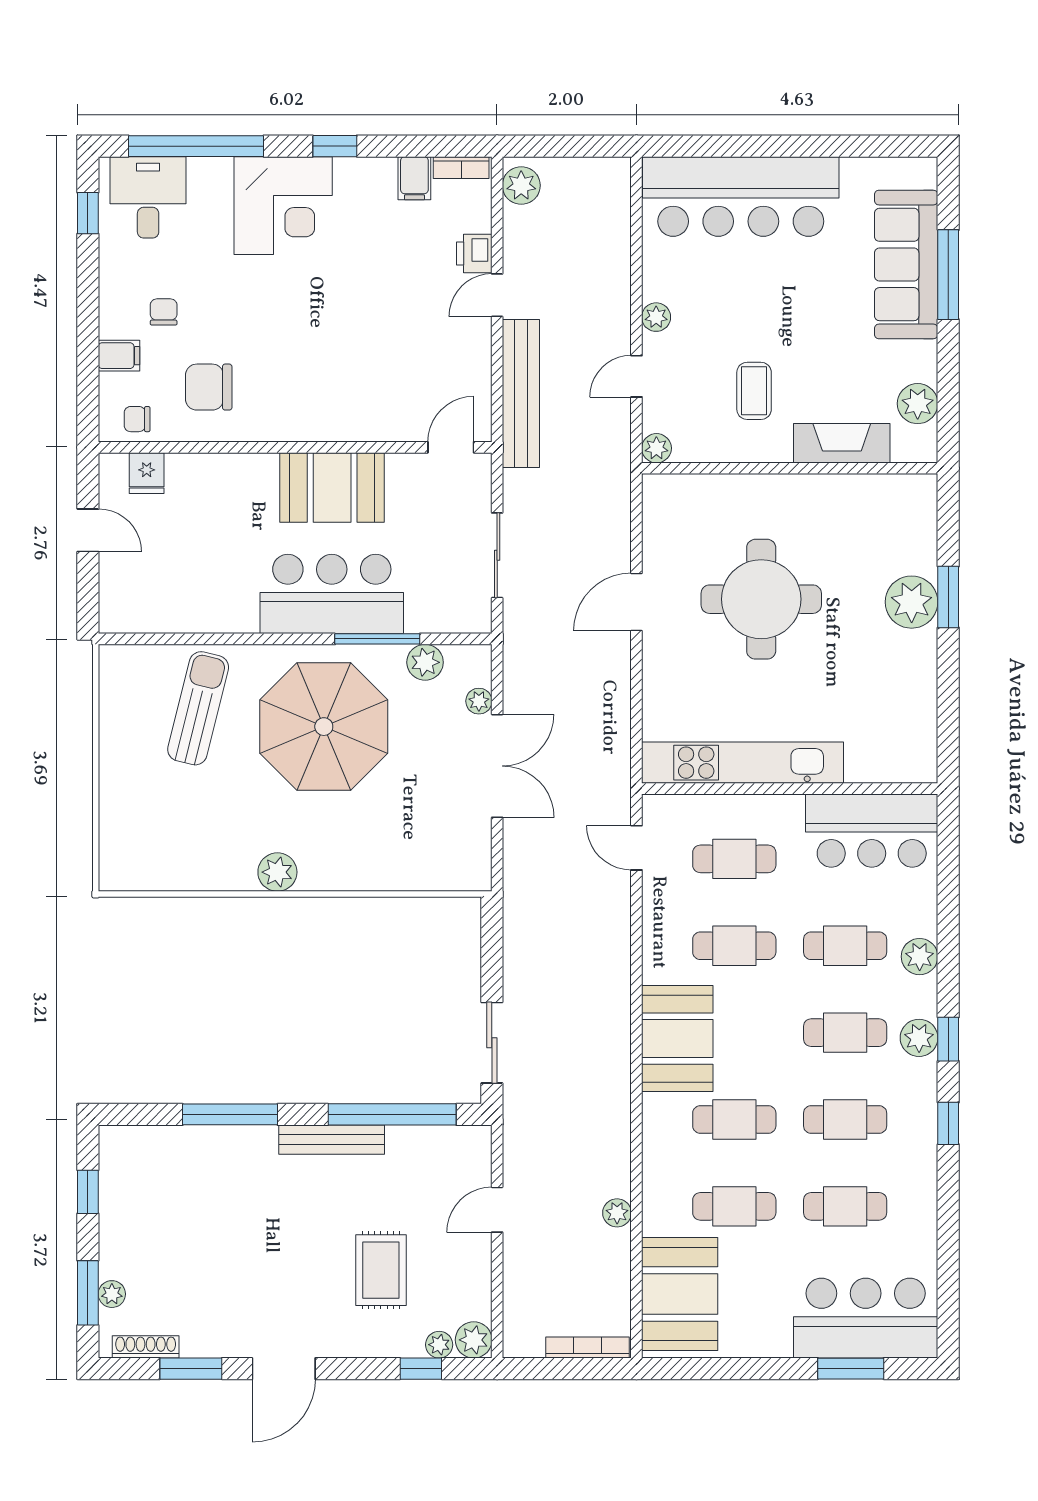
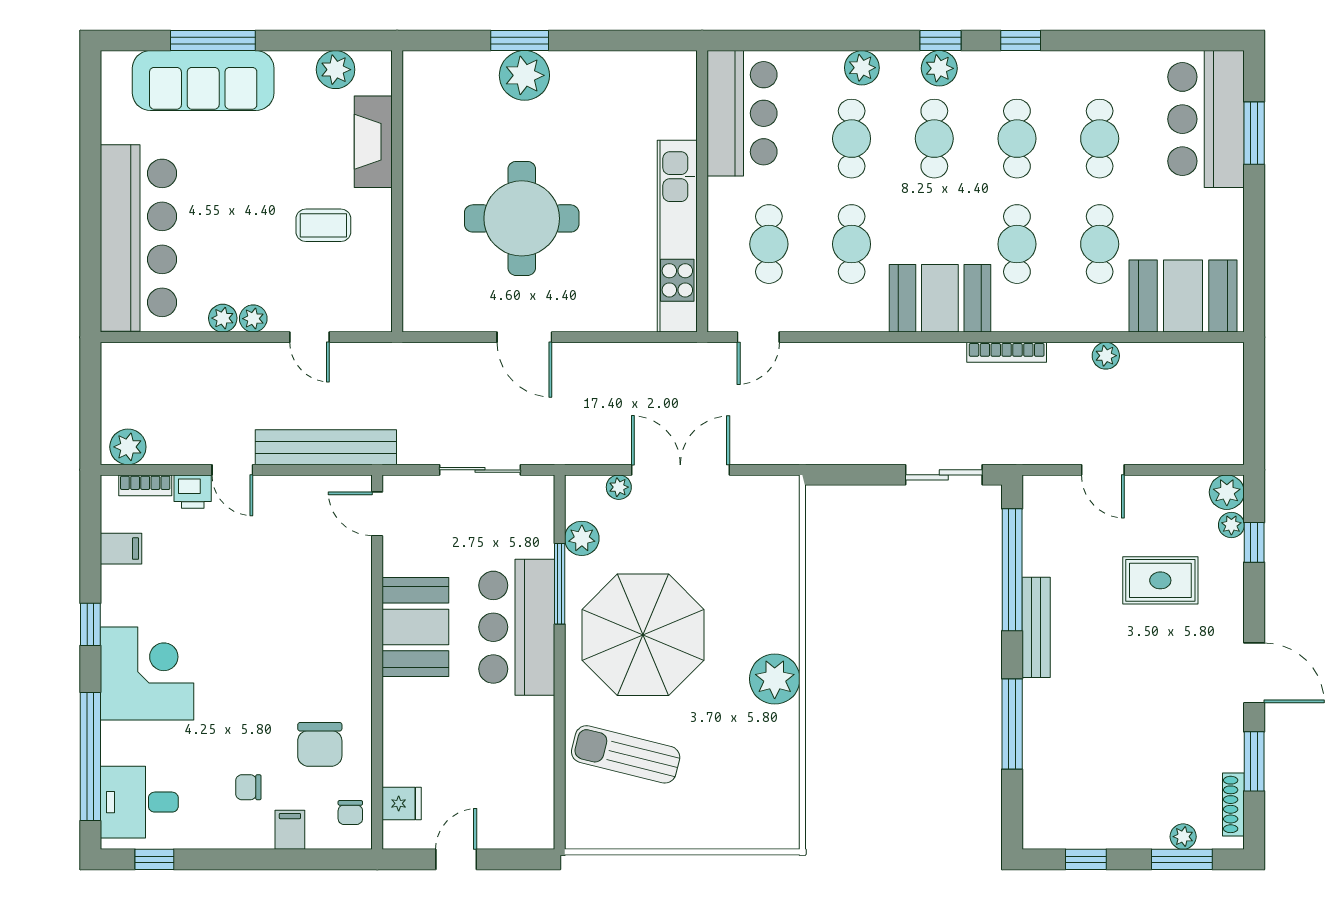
bookcase: (461, 168) -> (145, 485), moved, turned 90
plant: (656, 448) -> (223, 318), moved
plant: (277, 872) -> (775, 679), width x1.36, depth x1.36
bookcase: (588, 1348) -> (1007, 352), moved, turned -90

